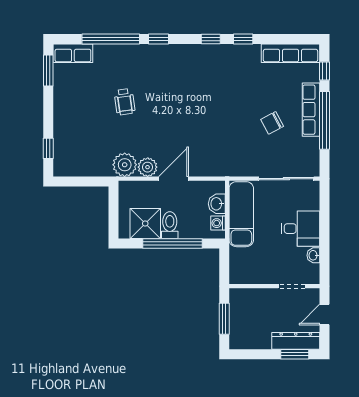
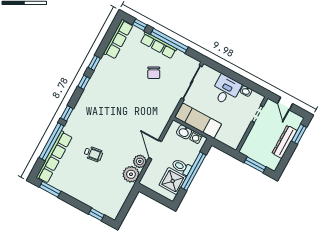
row of seats: (73, 53) -> (54, 157), width x2.02
dresser: (296, 341) -> (285, 142), moved

